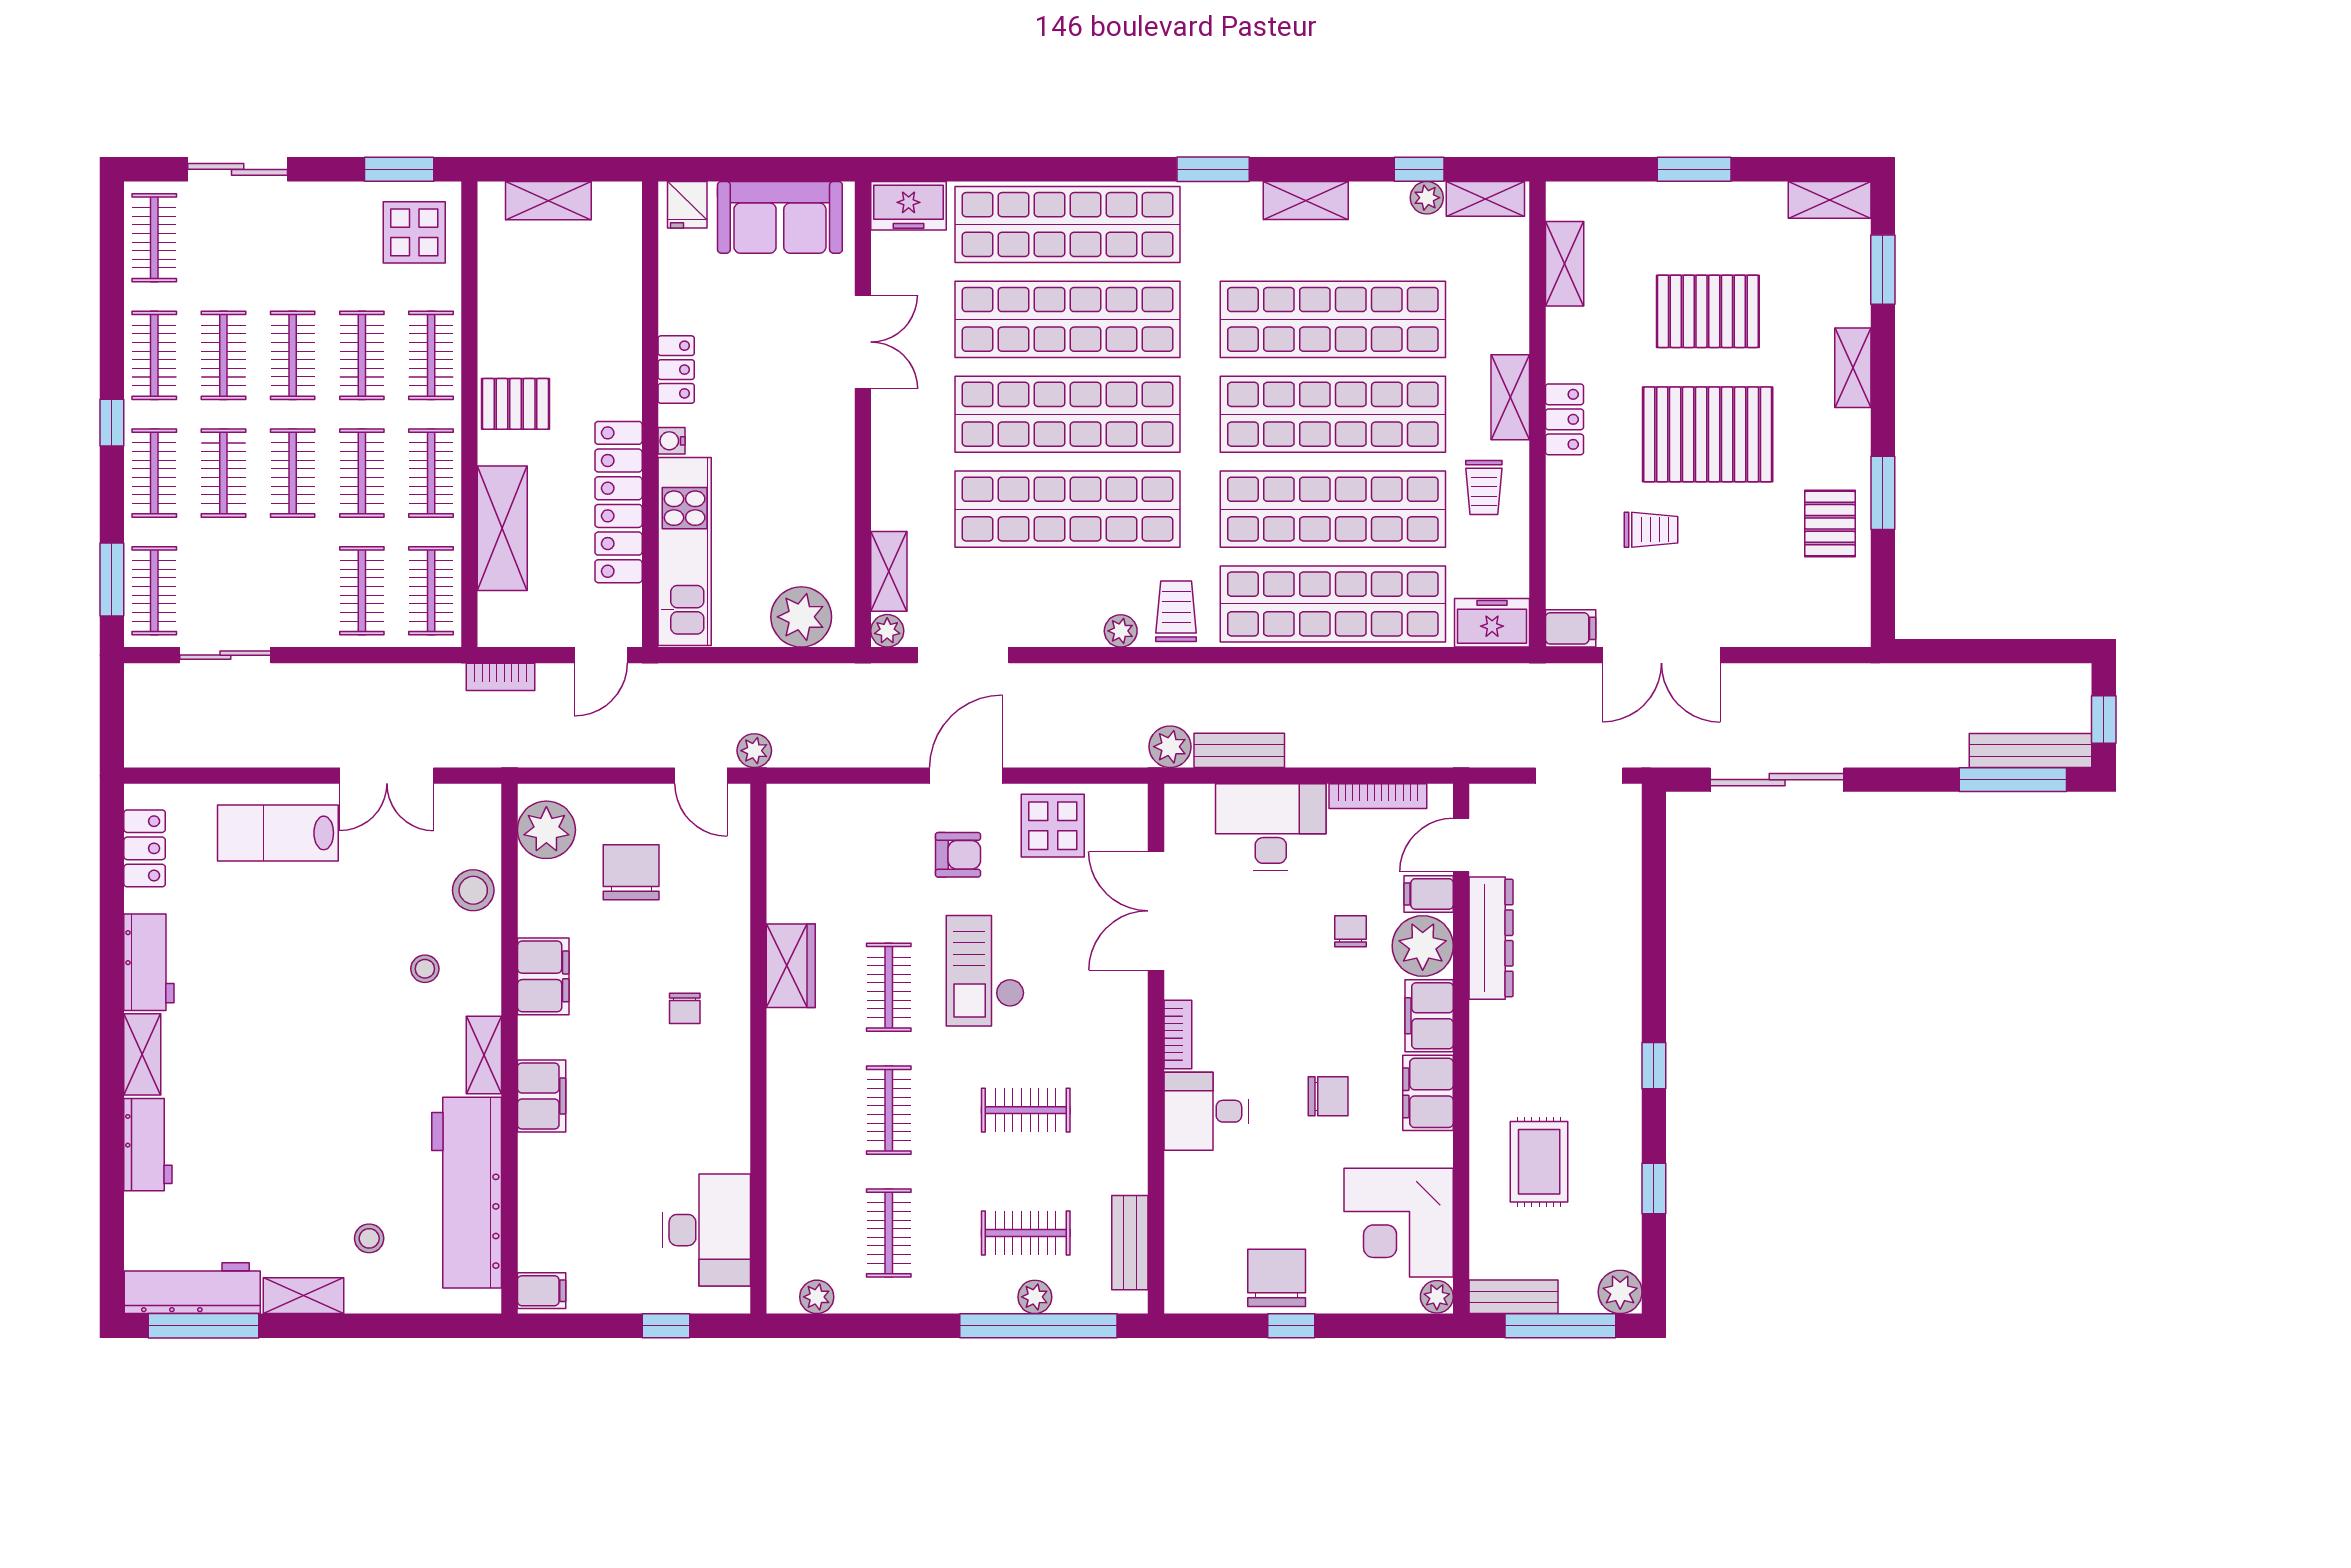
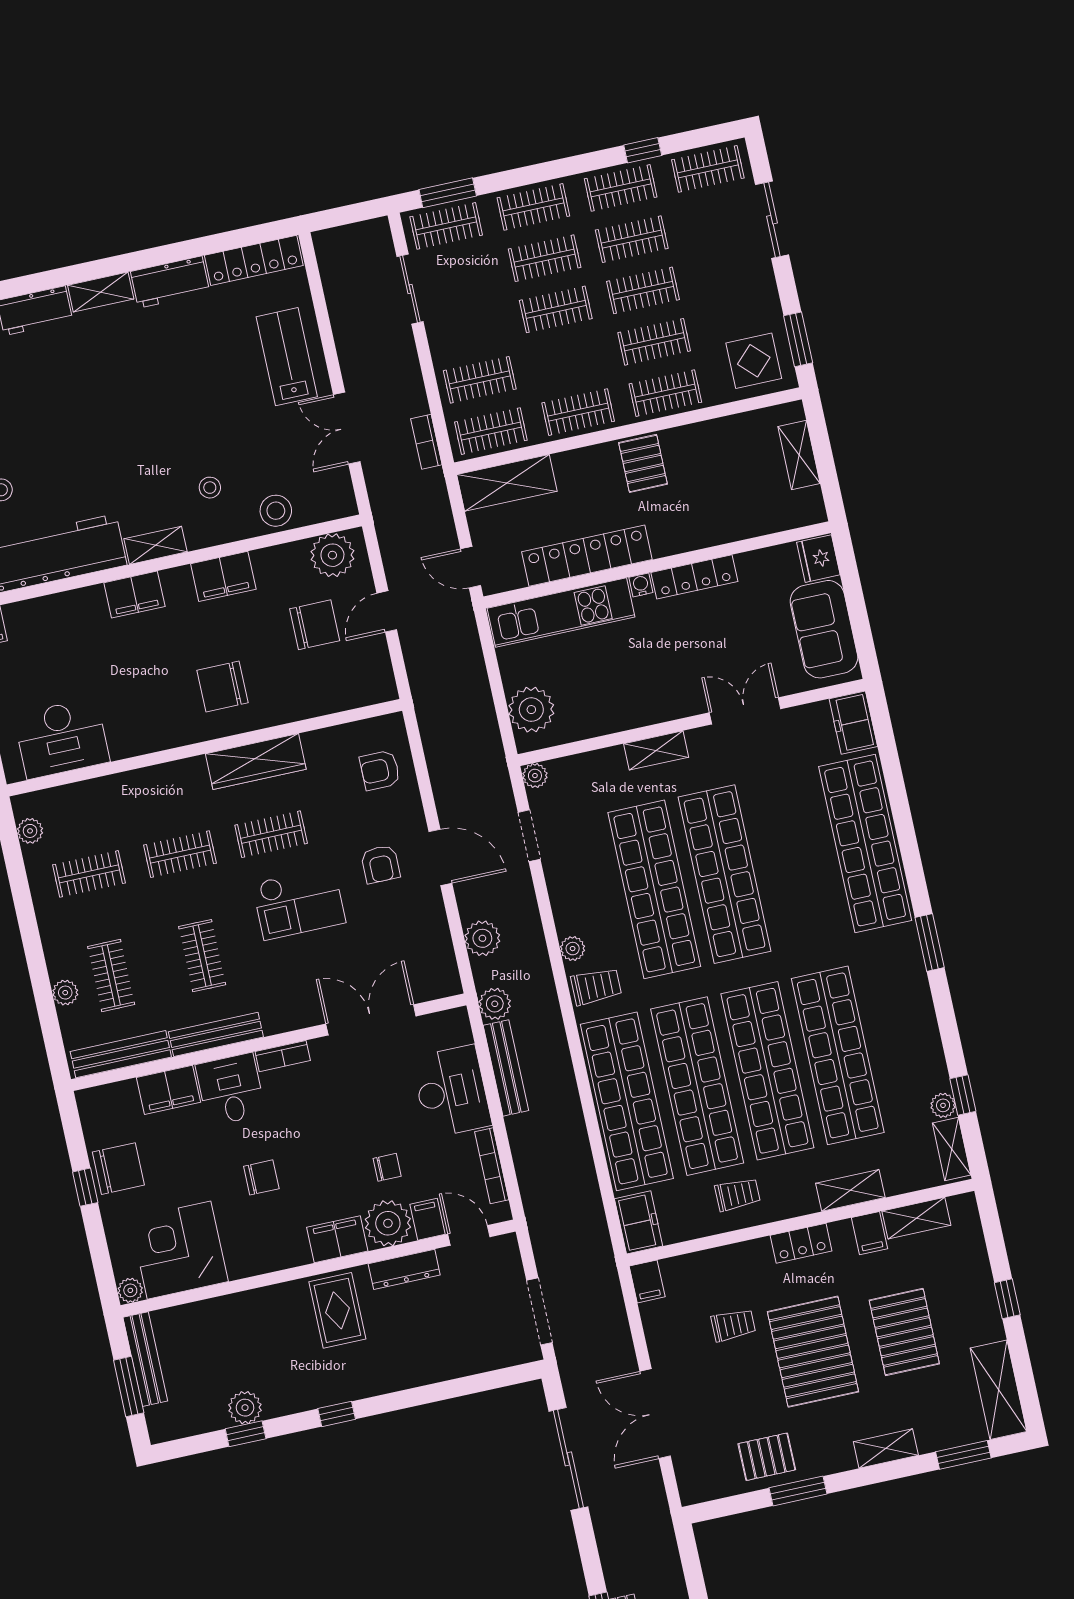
window: (1694, 169) -> (1007, 1299), width x0.67
shelving: (1306, 200) -> (921, 1016), removed
shelving: (1830, 200) -> (999, 1390), width x1.50, depth x1.33
fridge: (687, 205) -> (818, 559), width x1.38
shop shelf: (1068, 319) -> (795, 859), removed
filing cabinet: (1571, 328) -> (870, 1233), added
double door: (863, 342) -> (745, 711), swing flipped
locker: (676, 370) -> (694, 577), width x1.53
shelving: (1510, 397) -> (850, 1190), moved
window: (112, 423) -> (643, 150), moved
clothes rail: (362, 473) -> (567, 361), removed
trolley: (1484, 488) -> (737, 1194), turned 180
shelving: (502, 528) -> (507, 483), moved
trolley: (1651, 530) -> (733, 1325), turned -90
shelving: (889, 571) -> (656, 750), moved
doorway: (963, 655) -> (529, 836), width x0.73
double door: (1661, 655) -> (655, 1414), moved
bookcase: (501, 677) -> (426, 442), moved
bench: (1239, 750) -> (506, 1068), width x1.36
plant: (754, 751) -> (482, 938), moved, width x1.38, depth x1.38
door: (701, 776) -> (387, 611), moved
display table: (1053, 826) -> (417, 930), removed
armchair: (837, 829) -> (380, 770), added
locker: (145, 848) -> (254, 260), width x1.53
dresser: (1491, 938) -> (404, 1269), width x0.73, depth x0.80
wardrobe: (791, 966) -> (256, 762), width x1.50
checkout: (985, 971) -> (299, 903), turned 180
chair: (685, 1008) -> (222, 686), width x1.87, depth x1.87
filing cabinet: (1428, 1093) -> (168, 1090), moved, turned 180
chair: (1328, 1096) -> (261, 1177), turned -90
bench: (1131, 1115) -> (216, 1034), added
rug: (1539, 1162) -> (337, 1310), moved, turned 90
bench: (1130, 1243) -> (121, 1054), width x1.36
plant: (1620, 1292) -> (245, 1408), moved
bench: (1514, 1297) -> (145, 1359), width x1.36
window: (1038, 1326) -> (44, 1000), removed
window: (1560, 1326) -> (129, 1387), width x0.69

